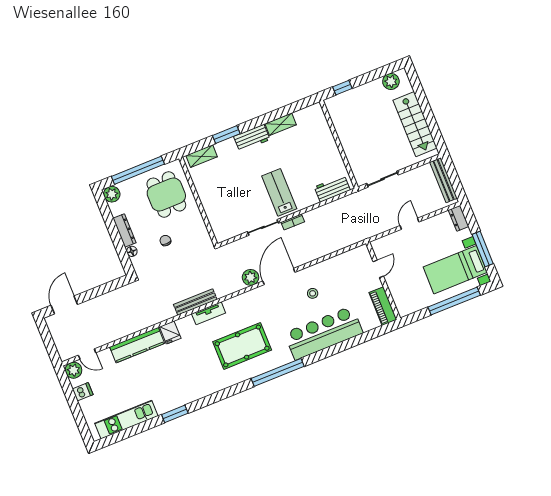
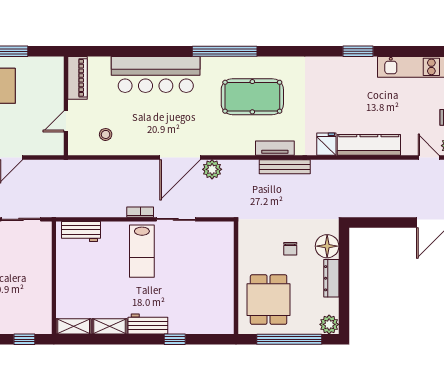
window: (226, 135) -> (175, 339), width x0.67
shelving: (202, 156) -> (74, 326), moved
floor lamp: (132, 251) -> (327, 246), width x1.89, depth x1.89
stool: (313, 293) -> (106, 134), moved

